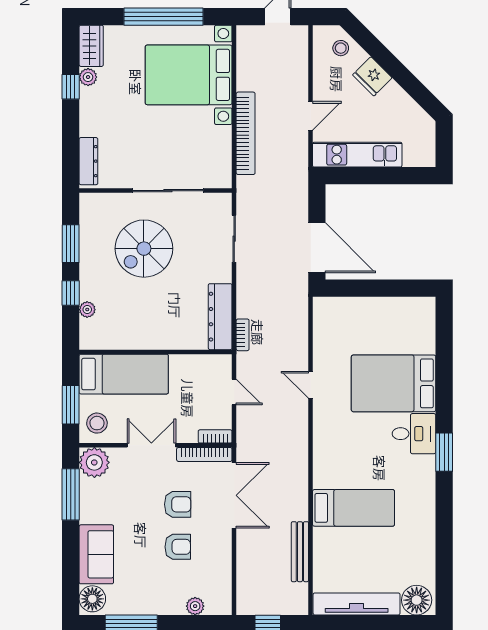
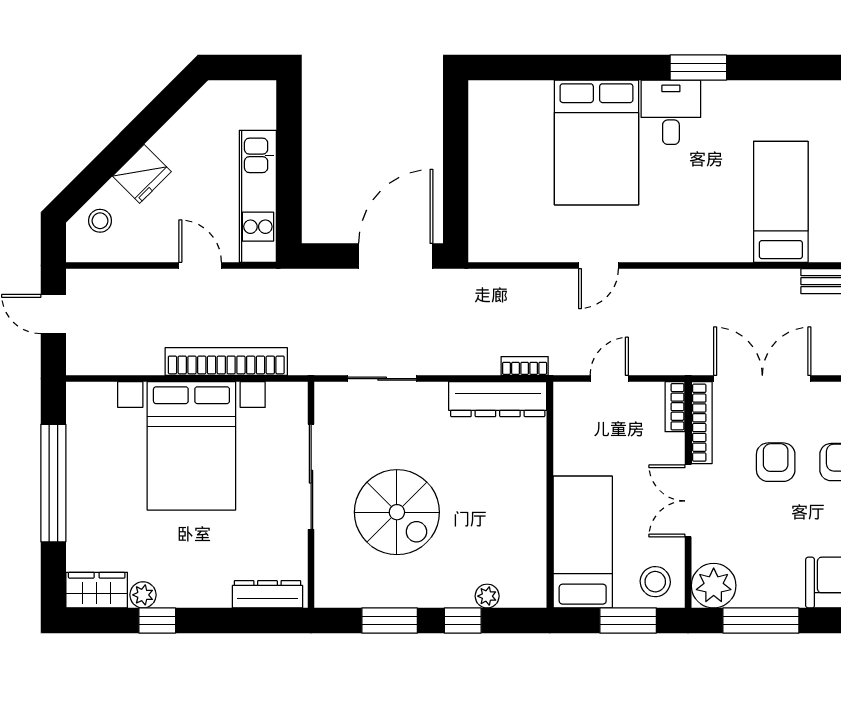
bed with nightstands: (189, 75) -> (191, 446), moved

